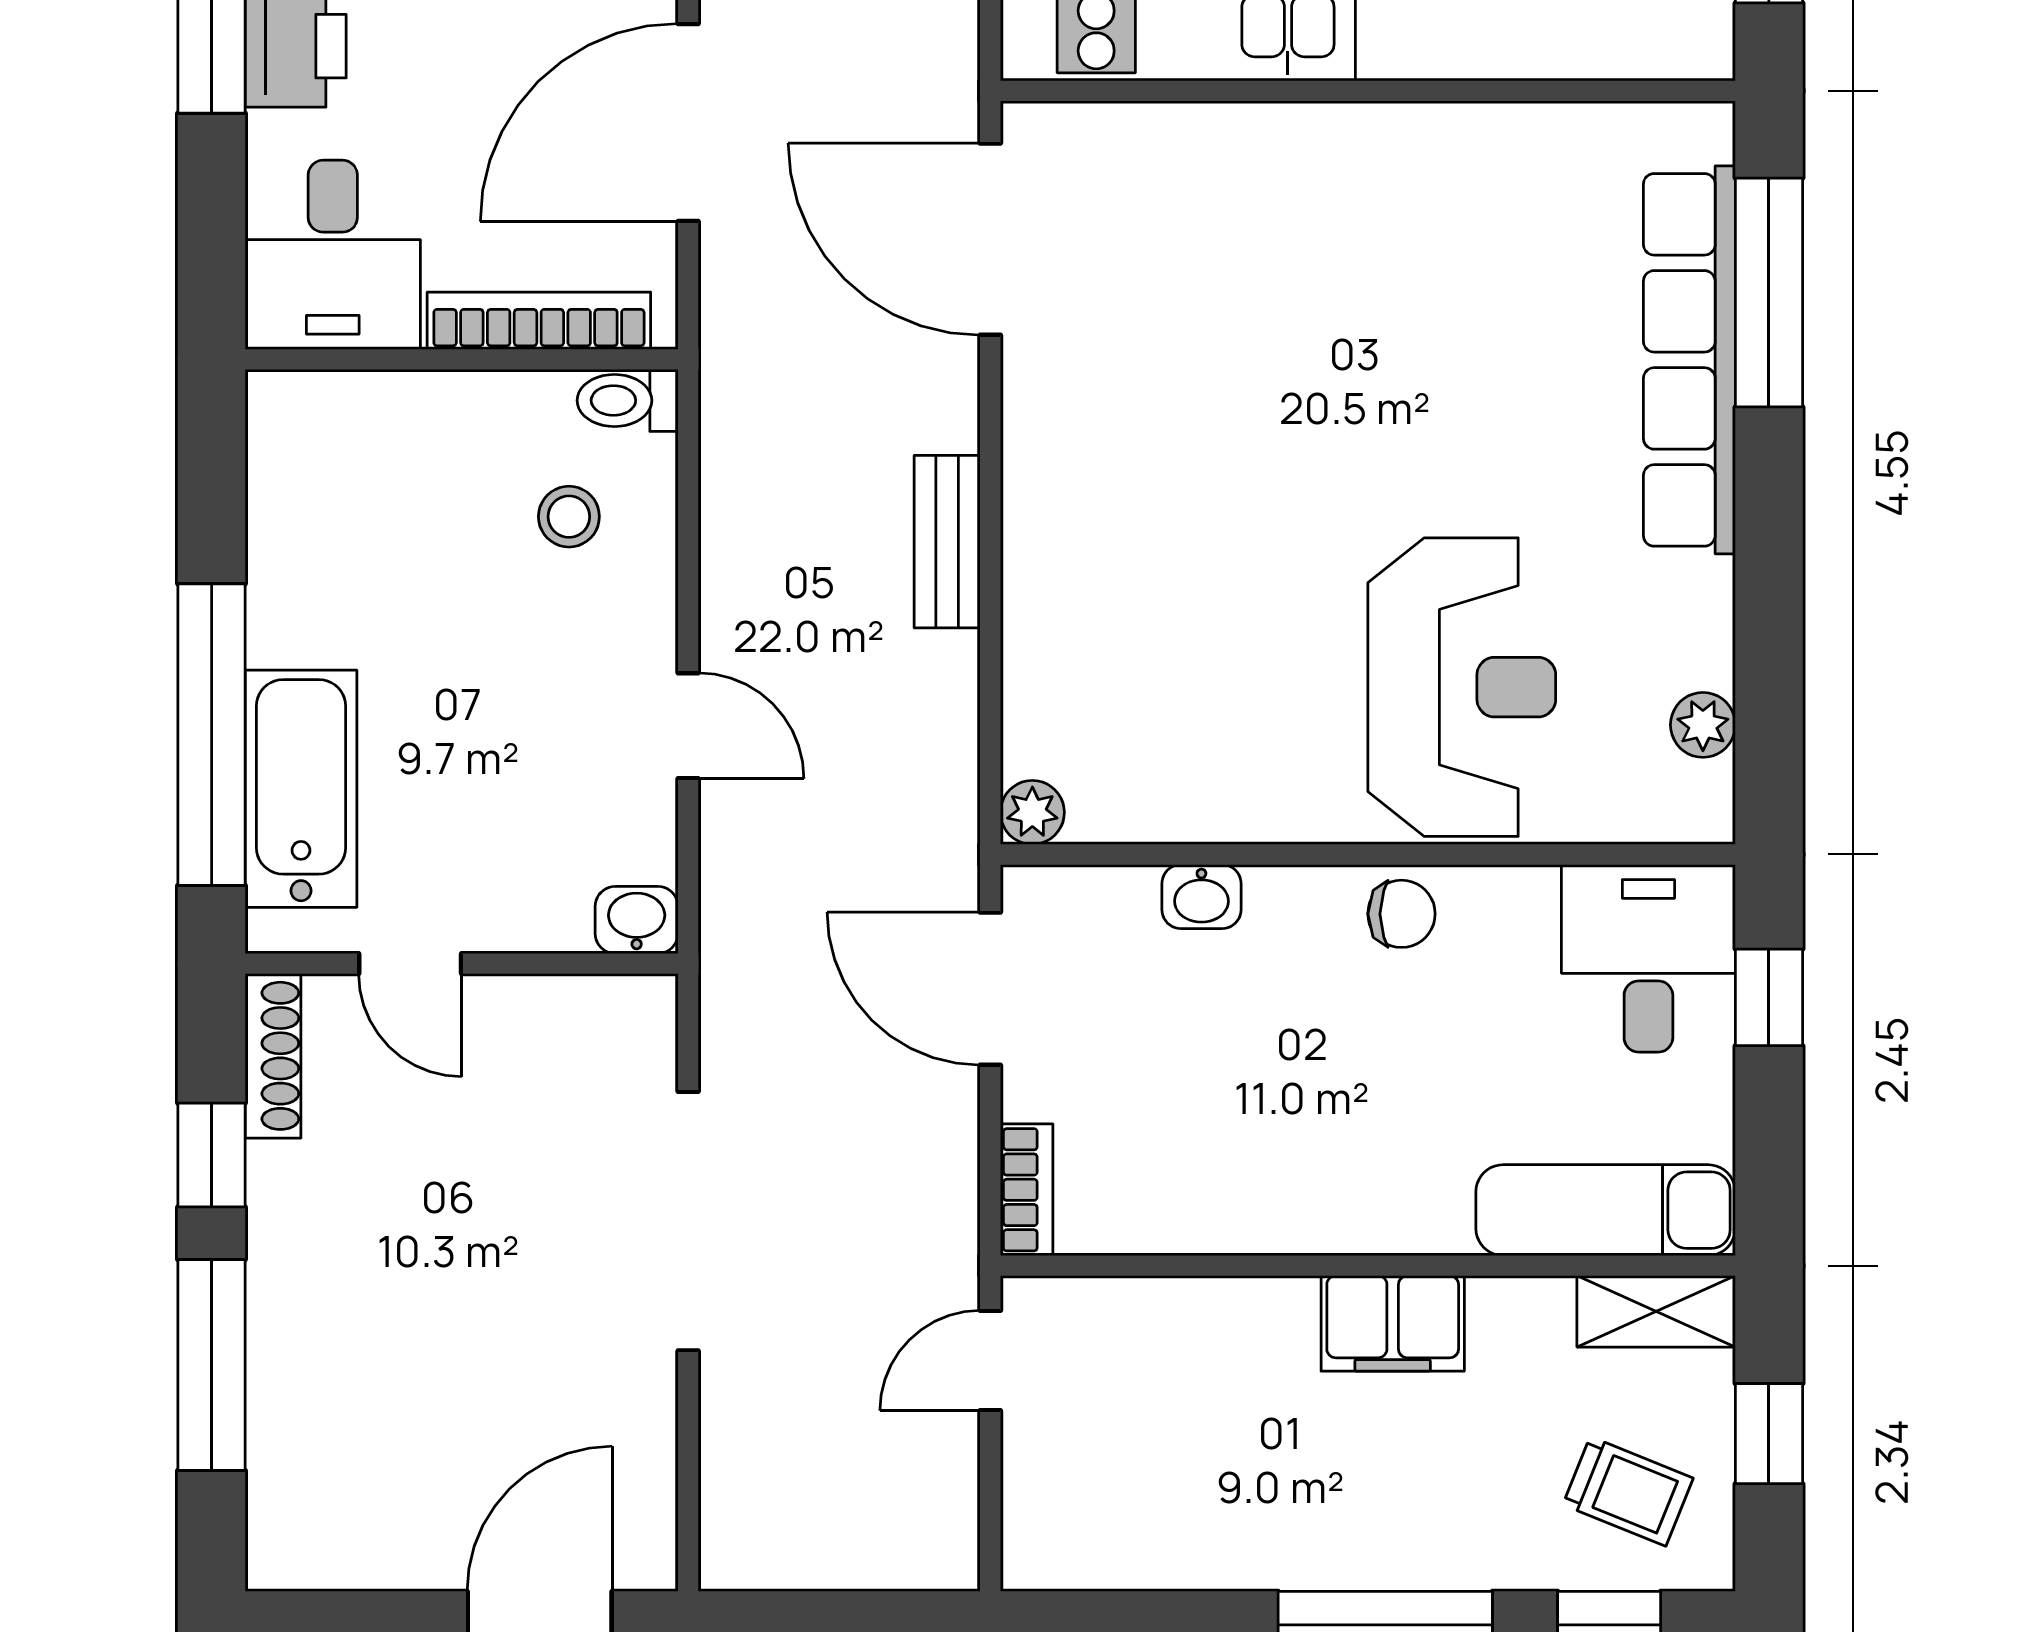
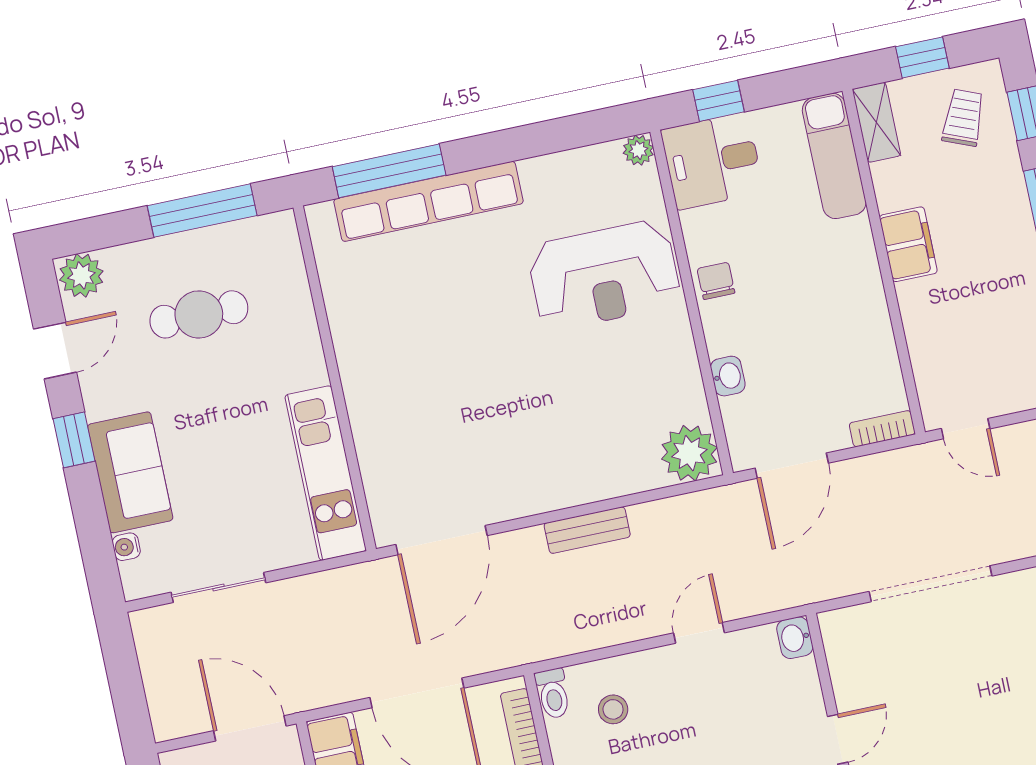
reception desk: (1462, 687) -> (604, 275), turned 180
plant: (1703, 725) -> (638, 150), moved
plant: (1032, 812) -> (689, 453), width x1.87, depth x1.87

